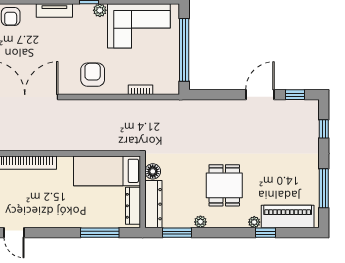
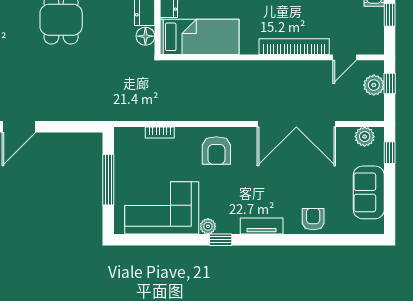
window: (184, 50) -> (108, 180), width x0.68

